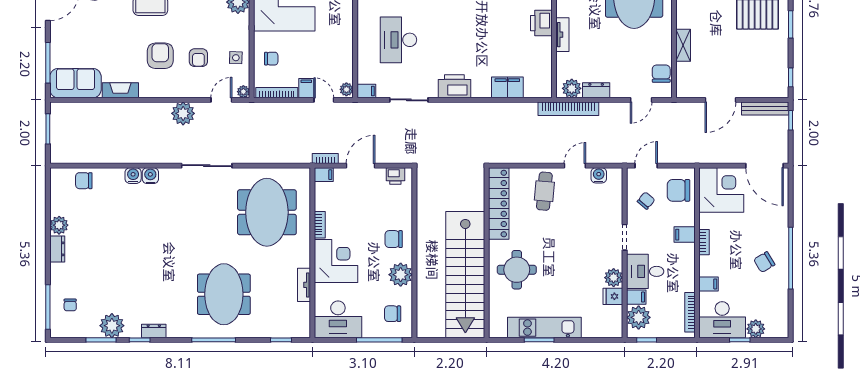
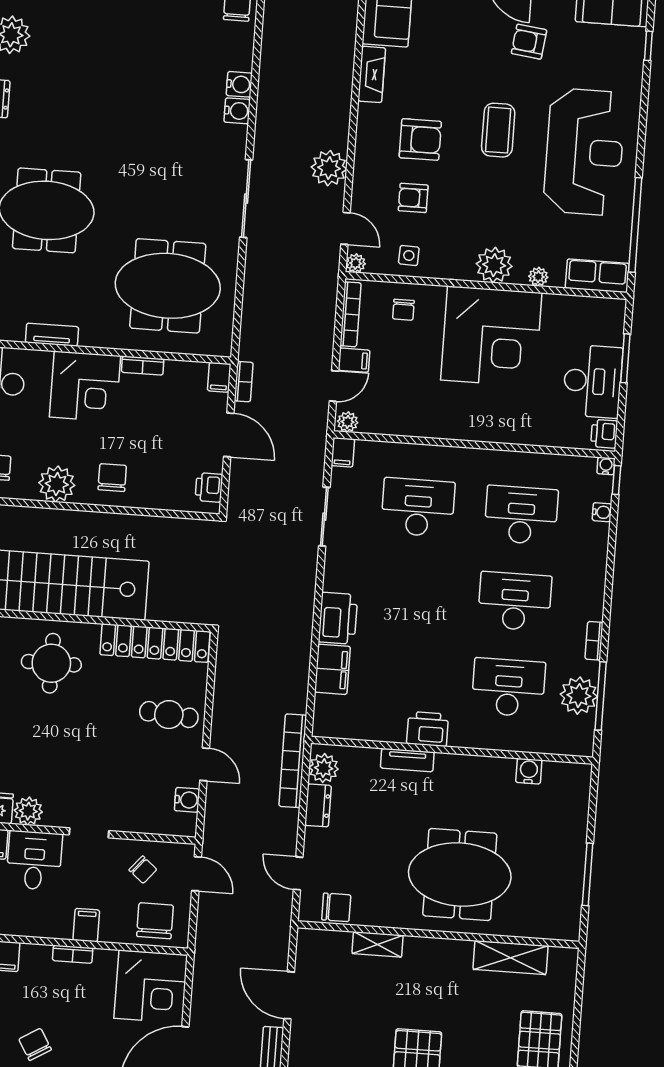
printer: (454, 86) -> (338, 618), moved

